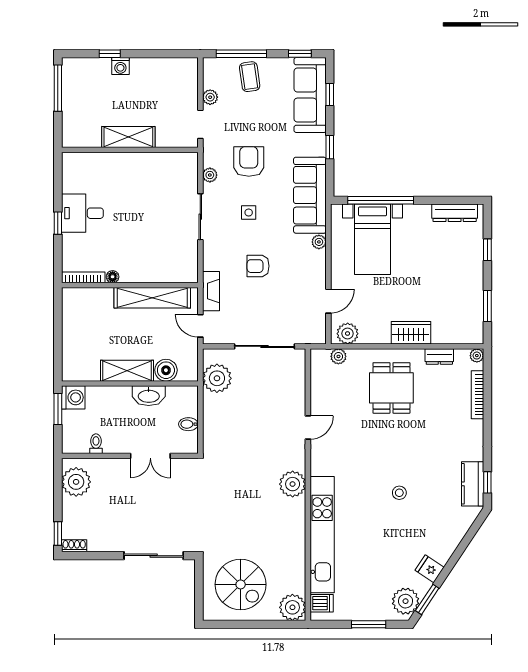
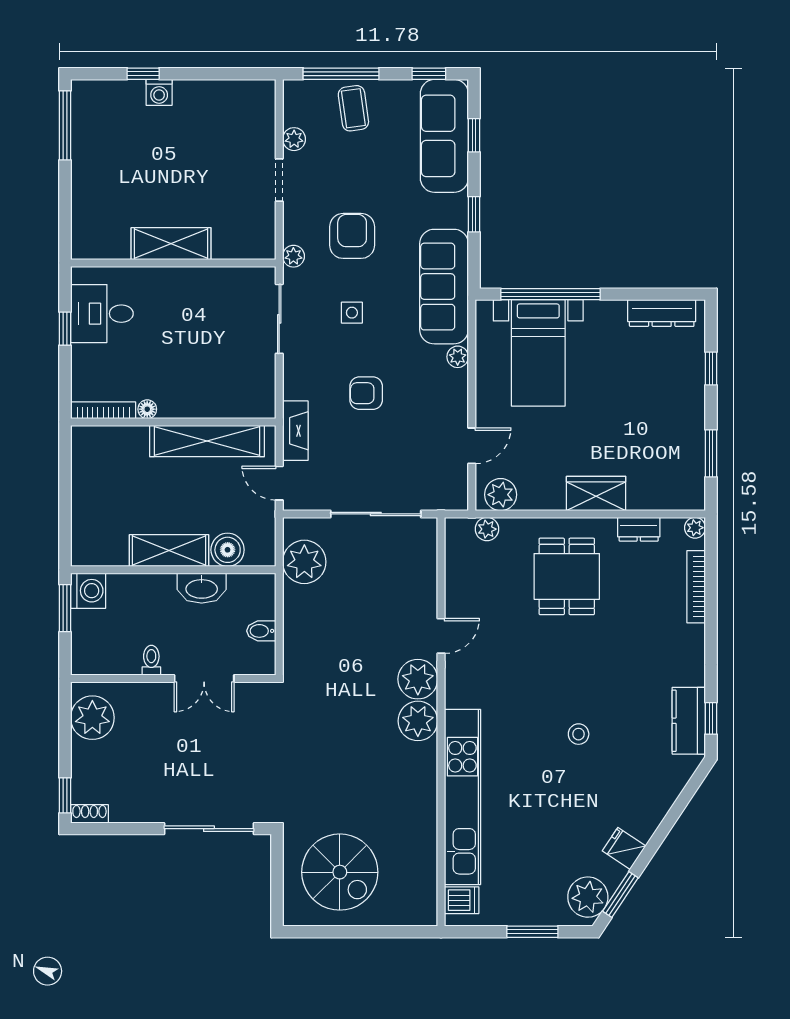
shelving: (128, 137) -> (171, 244), moved
wall: (130, 150) -> (173, 263), moved
toilet: (96, 444) -> (151, 660), moved
plant: (292, 607) -> (418, 679), moved

